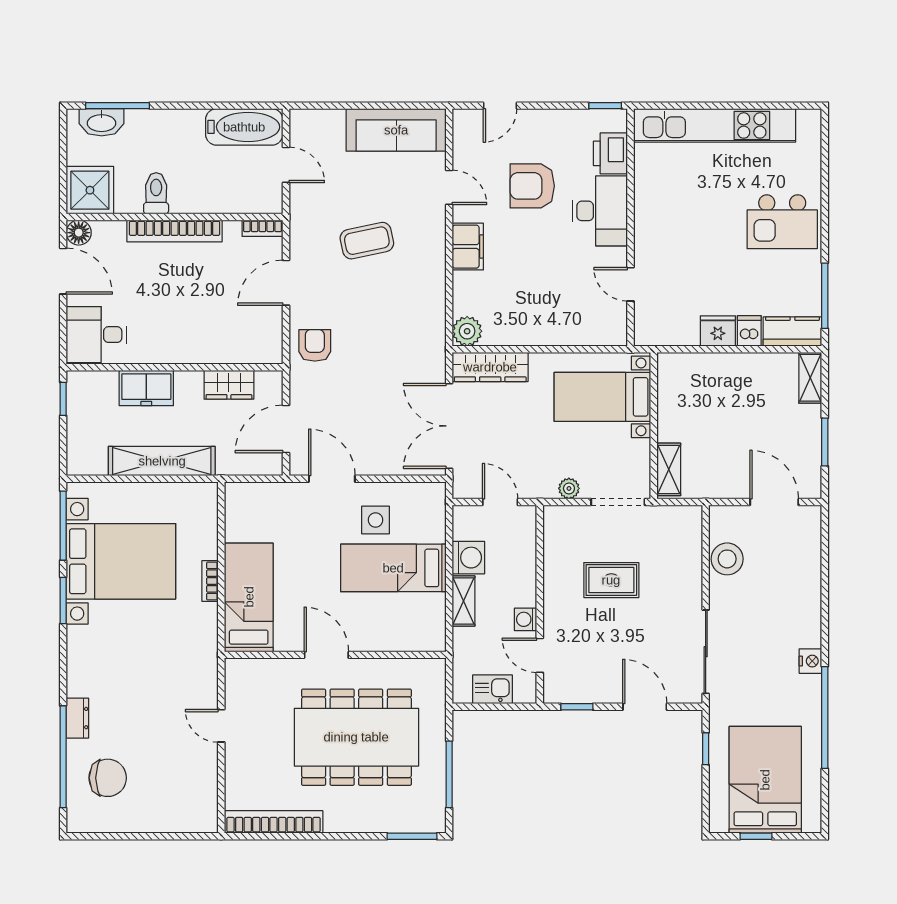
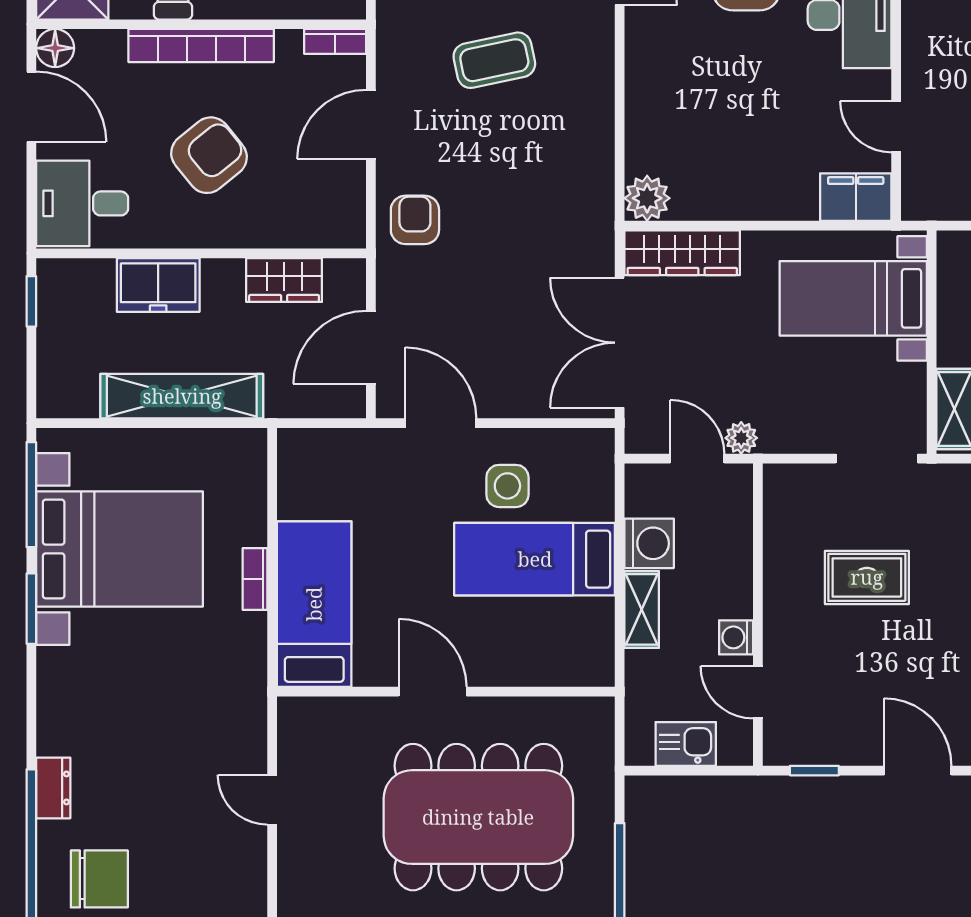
filing cabinet: (468, 247) -> (856, 197), moved, turned -90
armchair: (180, 303) -> (209, 155), added
plant: (569, 488) -> (741, 438), moved

